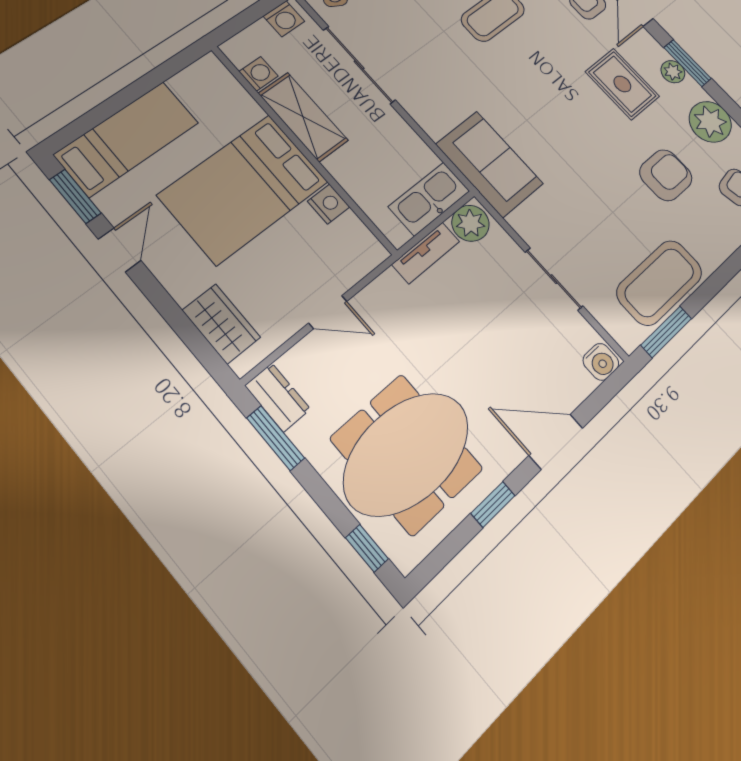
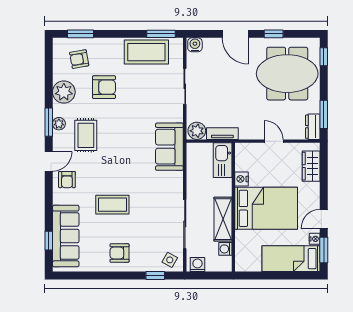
armchair: (666, 175) -> (104, 87), turned 180
kitchen sink: (429, 199) -> (223, 160), moved, turned 90
nightstand: (109, 203) -> (315, 239), added

